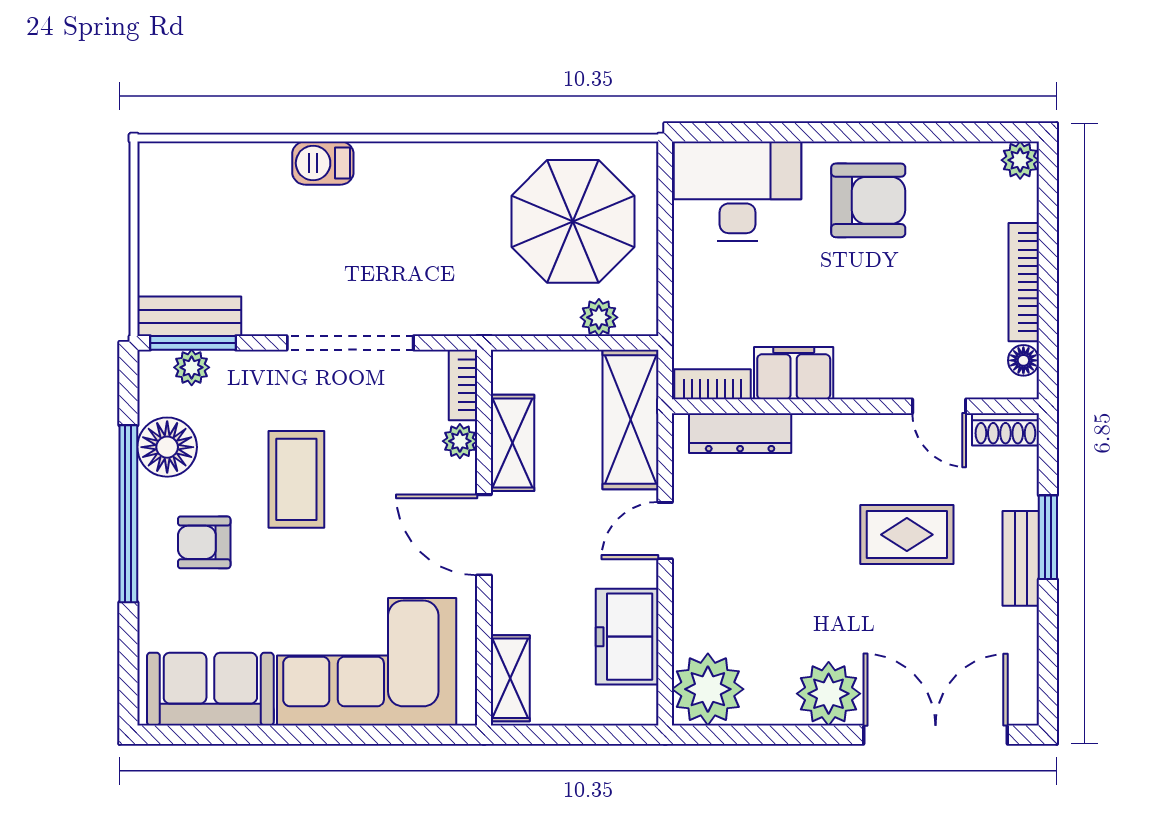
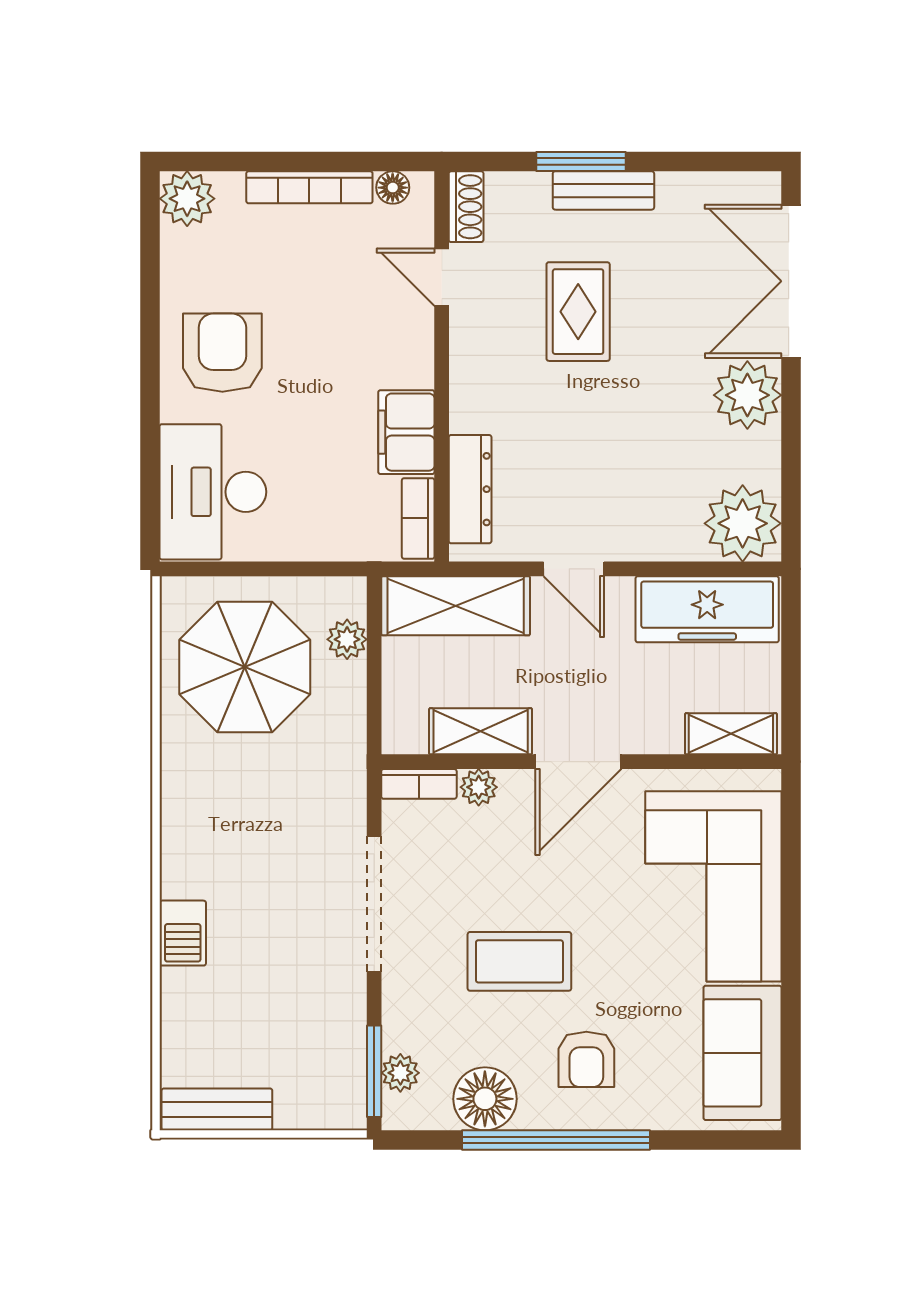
plant: (1020, 160) -> (187, 199), width x1.38, depth x1.38
bench: (189, 316) -> (217, 1109), moved, turned 90
door: (939, 406) -> (442, 277), swing flipped
freezer: (627, 637) -> (707, 609), width x1.40

